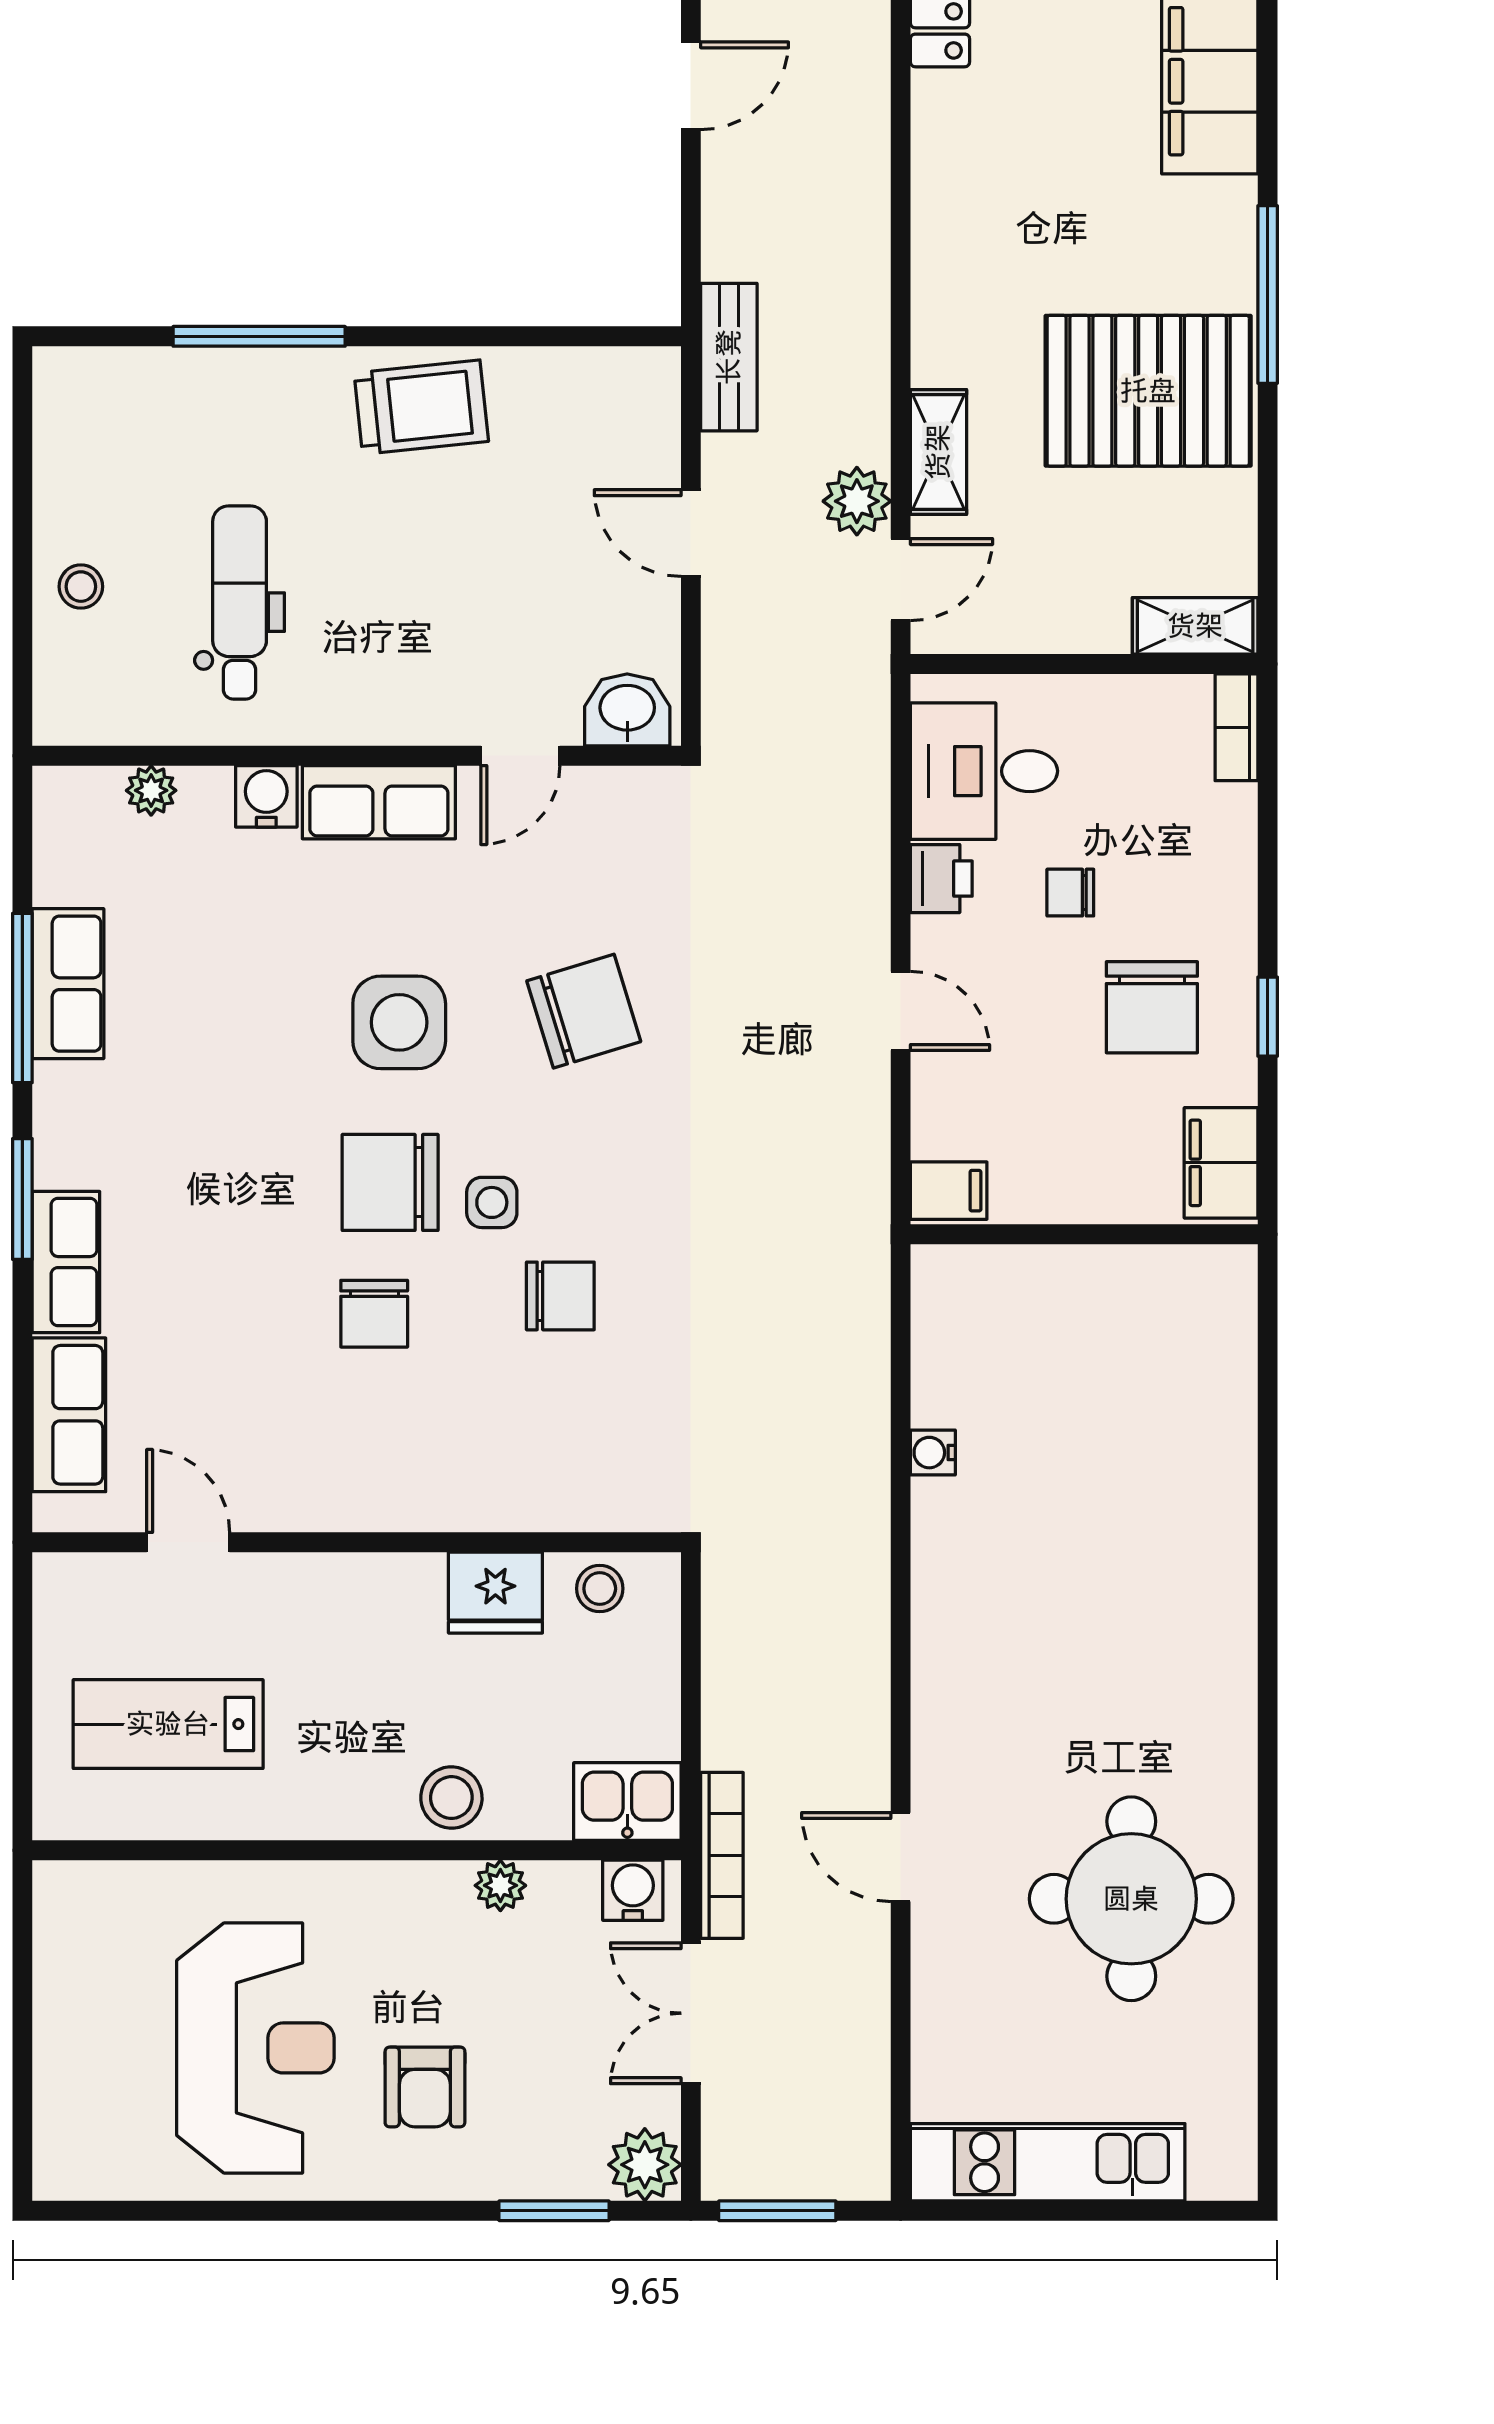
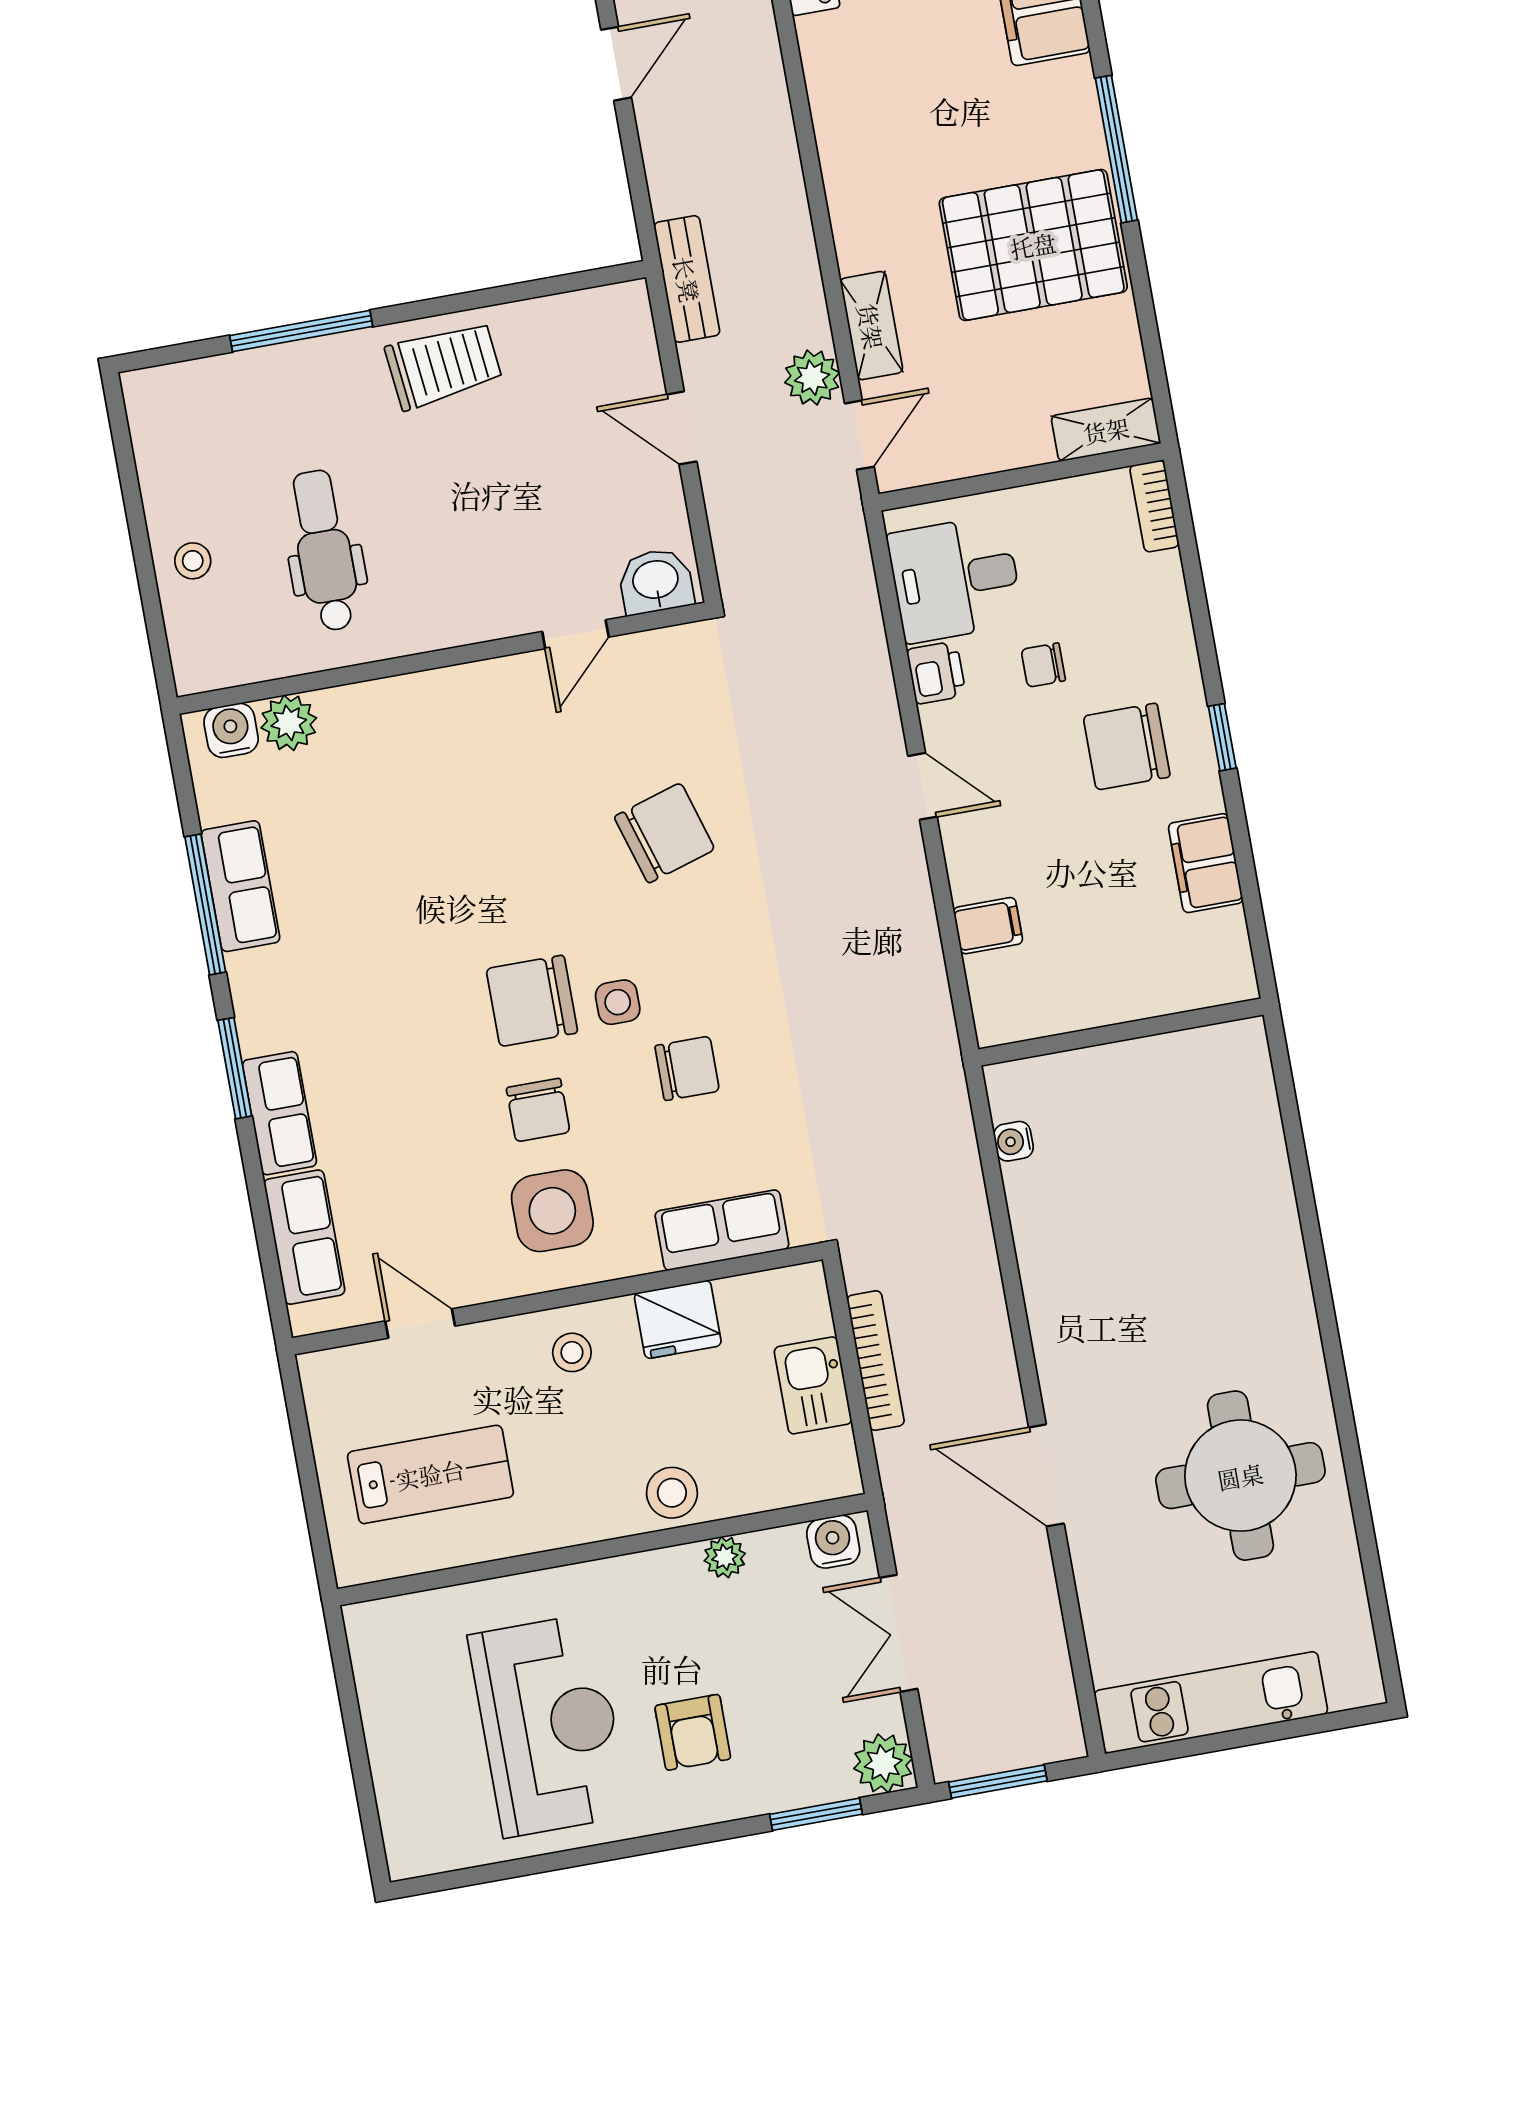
plant: (151, 790) -> (289, 723), width x1.38, depth x1.38
water cooler: (266, 796) -> (231, 730), moved
row of seats: (379, 802) -> (722, 1230), moved, turned 180
chair: (1152, 1007) -> (1127, 746), turned 90
side table: (399, 1022) -> (552, 1211), moved
wall: (1084, 1234) -> (1121, 1032), moved
stool: (600, 1589) -> (572, 1352), moved
lab bench: (168, 1724) -> (430, 1474), turned 180
kitchen sink: (627, 1802) -> (813, 1385), moved, turned -90
bookcase: (722, 1855) -> (876, 1361), moved
door: (901, 1857) -> (1046, 1475), width x1.38

